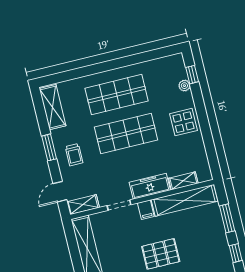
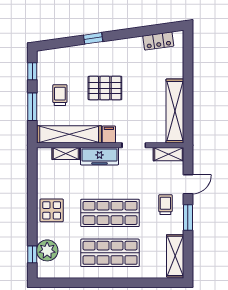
plant: (184, 86) -> (47, 250), width x1.88, depth x1.88
door: (60, 192) -> (188, 184), moved
trolley: (203, 236) -> (60, 95), added

